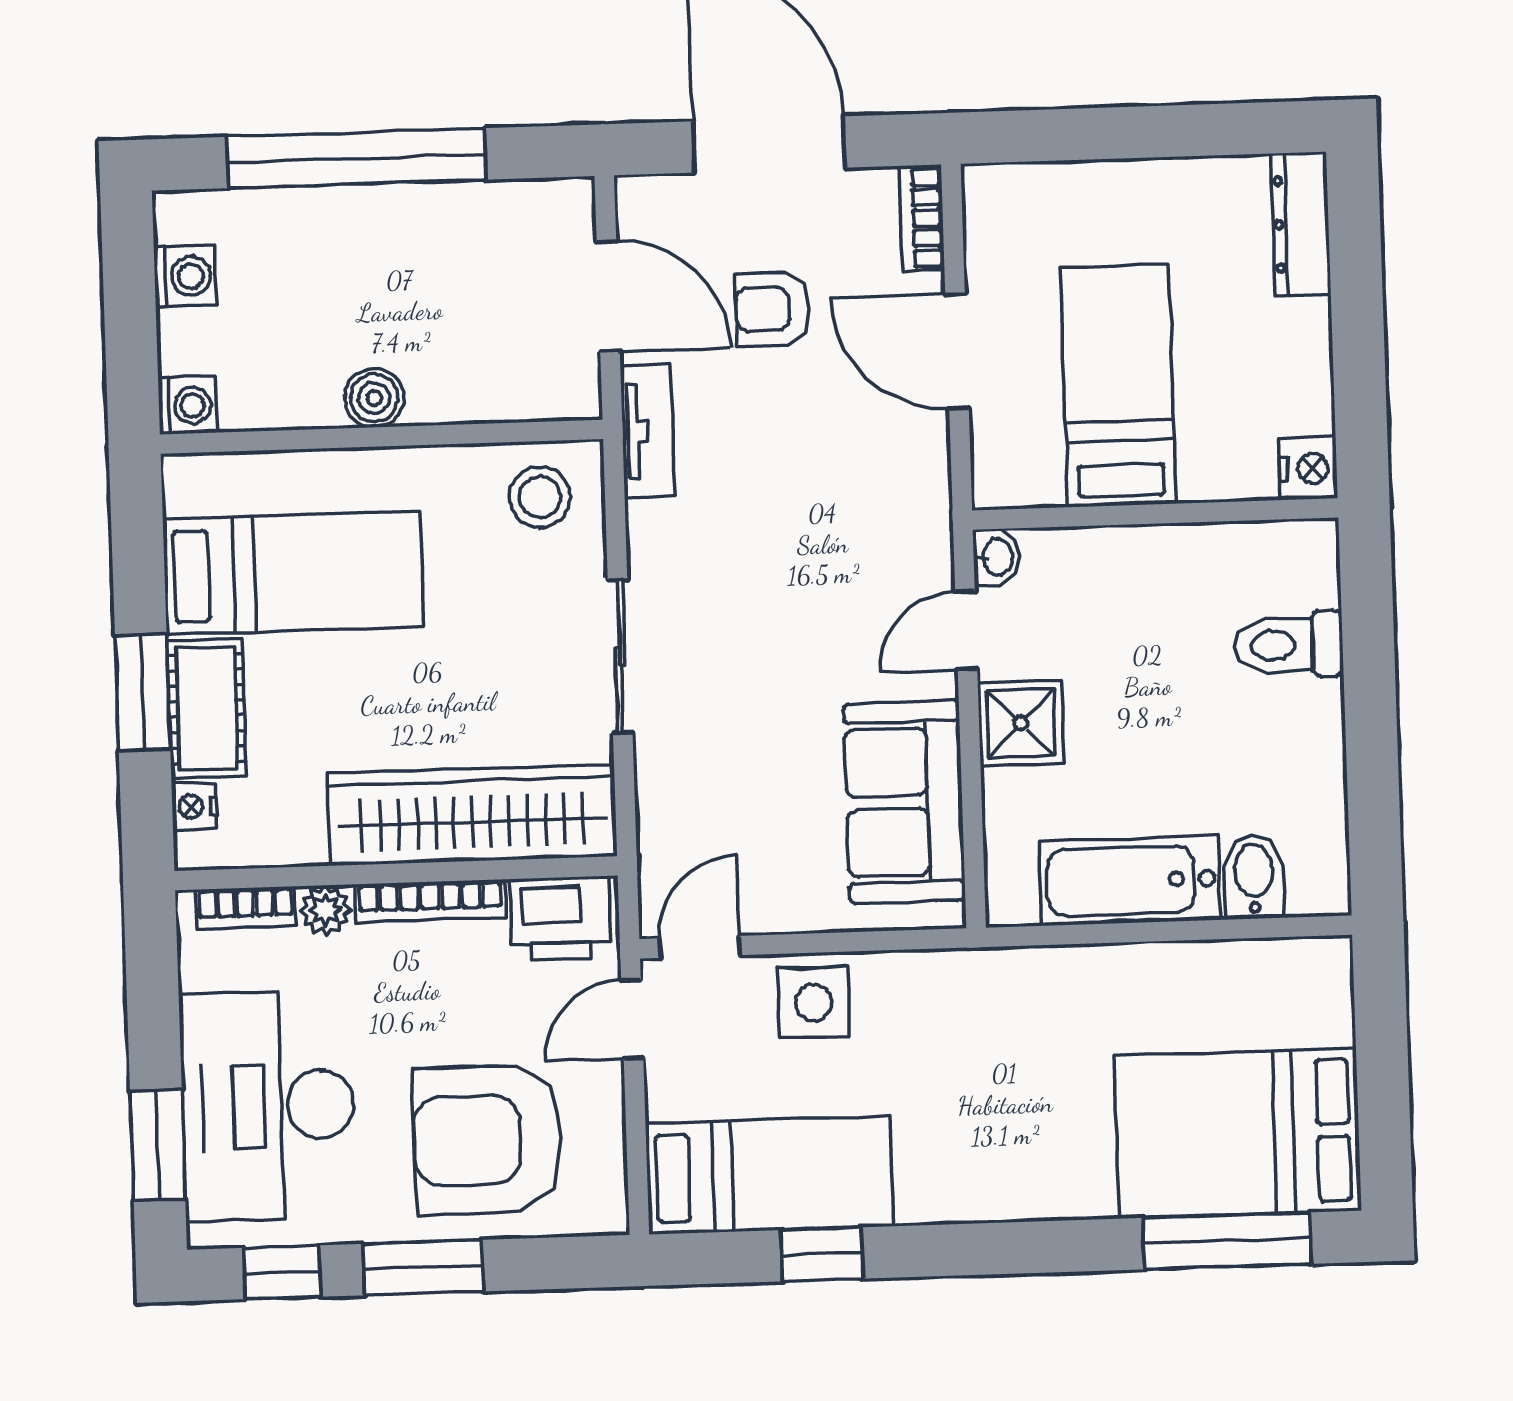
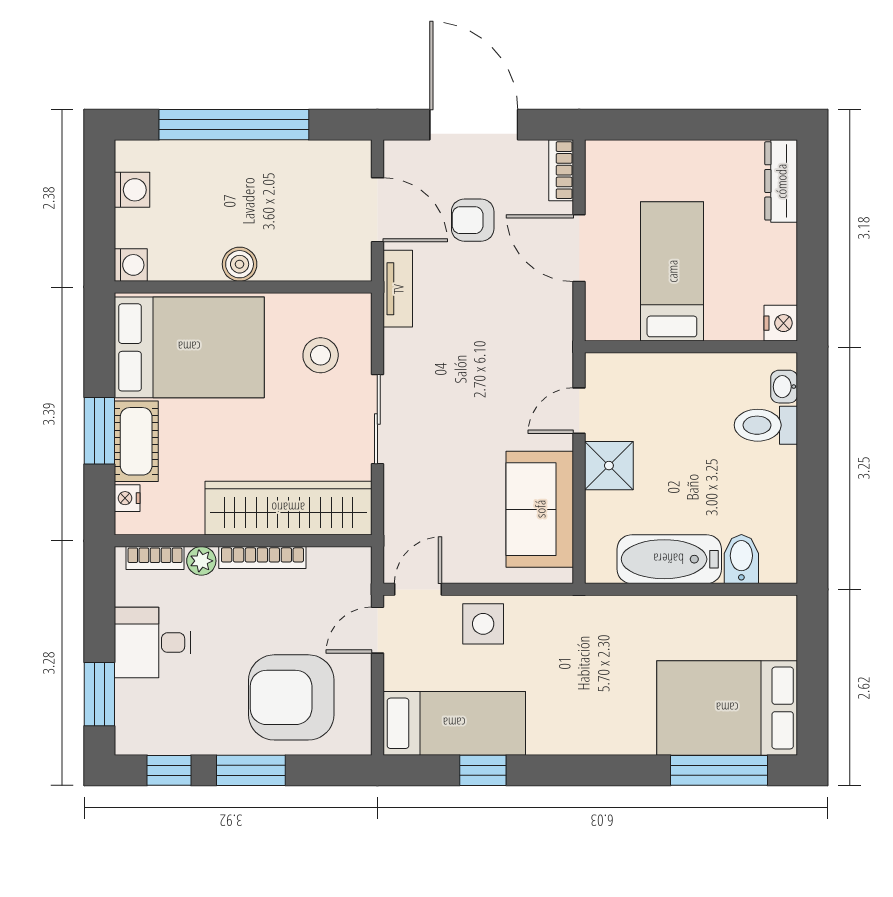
stool: (540, 497) -> (321, 355), moved
washbasin: (996, 557) -> (784, 387), moved, turned 180
bed: (293, 573) -> (189, 347), width x1.50
printer: (560, 918) -> (338, 570), removed
desk: (268, 1106) -> (152, 643), width x0.53, depth x0.77

